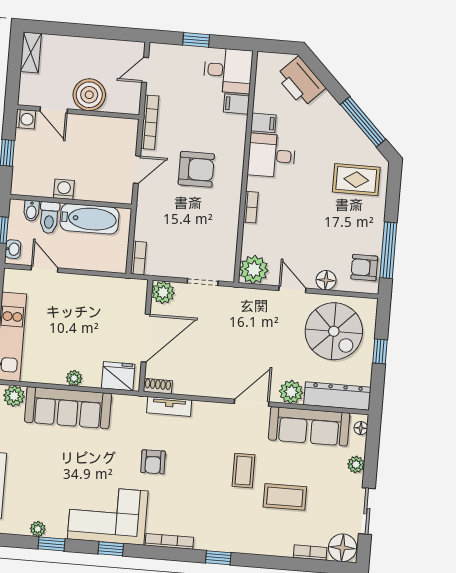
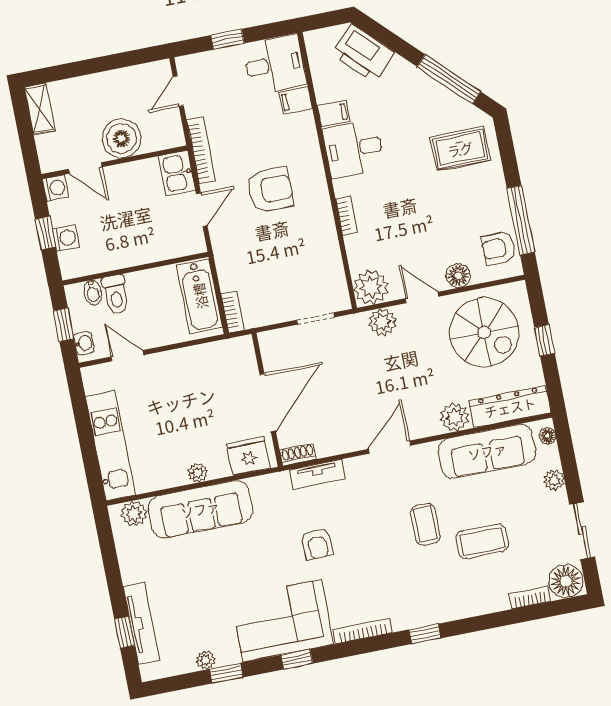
kitchen sink: (125, 135) -> (177, 173), added
washing machine: (64, 189) -> (66, 238), moved, turned 90
bathtub: (89, 219) -> (200, 296), moved, turned 90
plant: (163, 292) -> (382, 322), moved
door: (252, 403) -> (389, 447), moved

